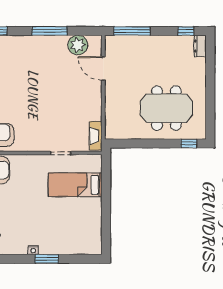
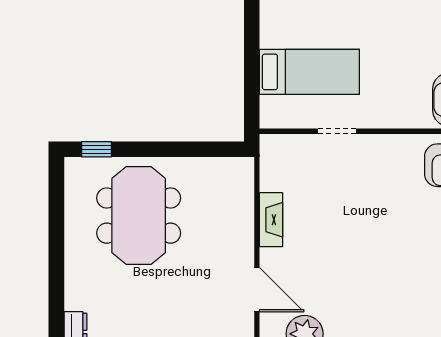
meeting table: (166, 108) -> (139, 216), turned 90
fireplace: (96, 136) -> (271, 220), moved

